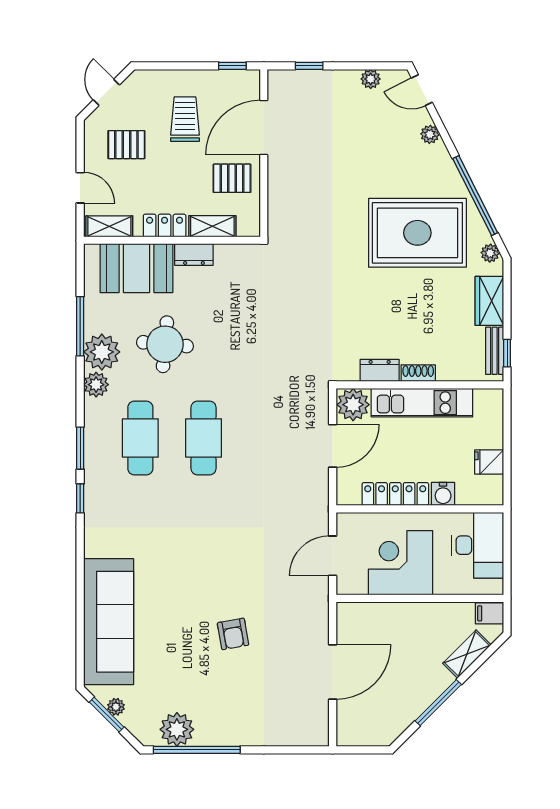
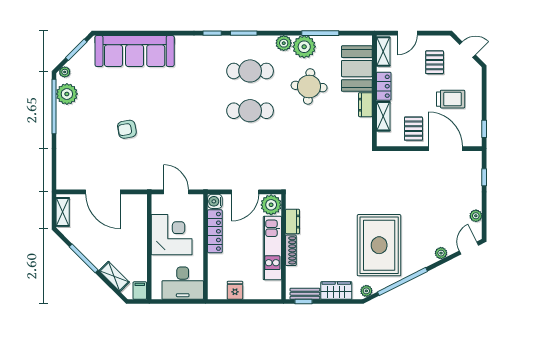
shoe rack: (418, 373) -> (291, 250), width x1.43
door: (333, 446) -> (245, 192), hinge flipped
water cooler: (443, 494) -> (215, 201), moved
plant: (116, 707) -> (65, 72), moved
shelving: (365, 736) -> (63, 212), added

